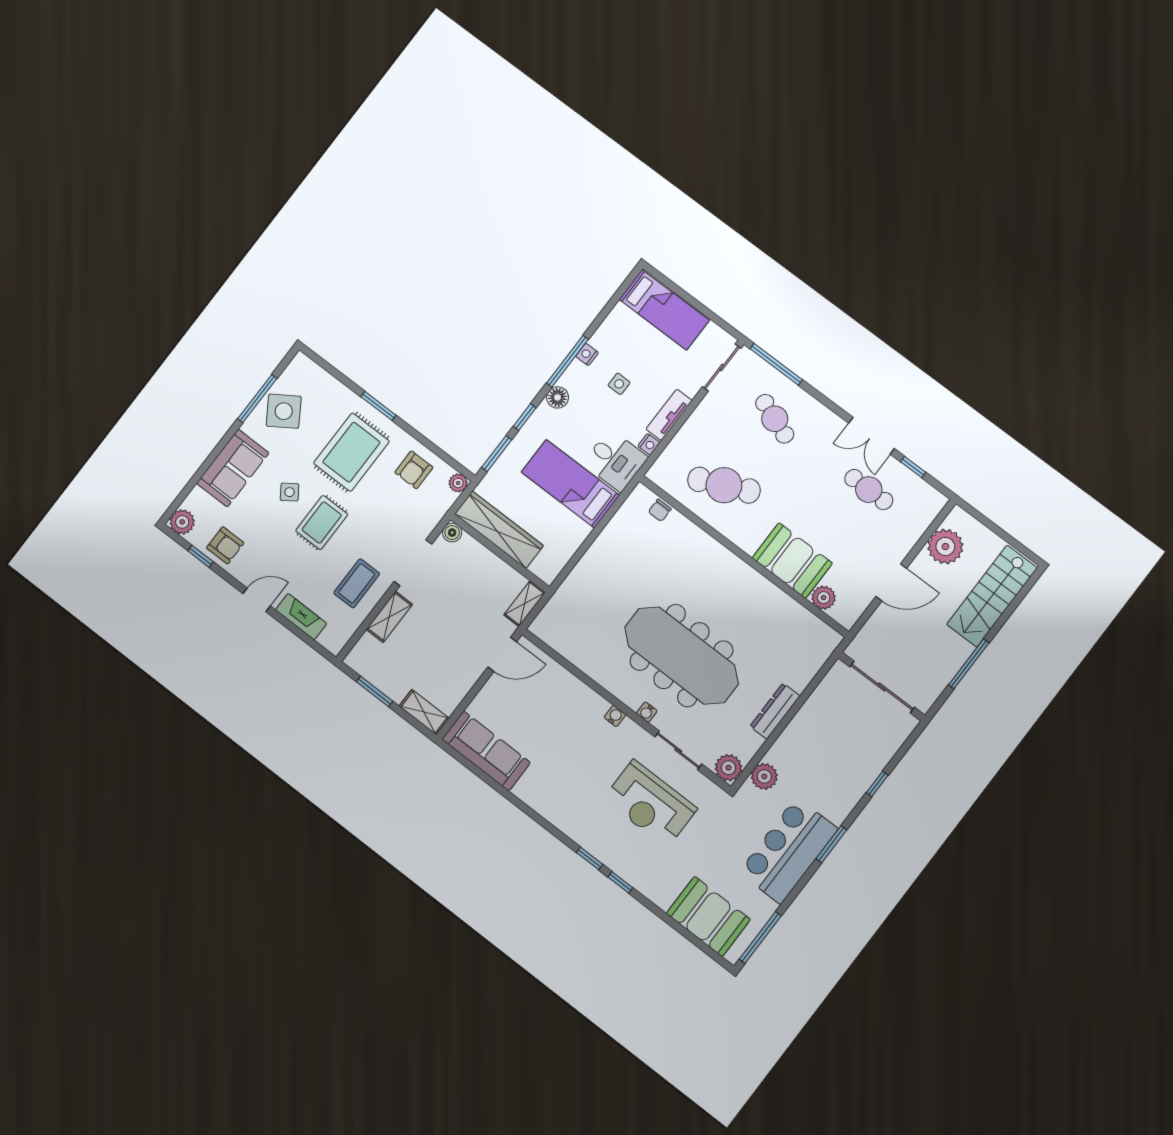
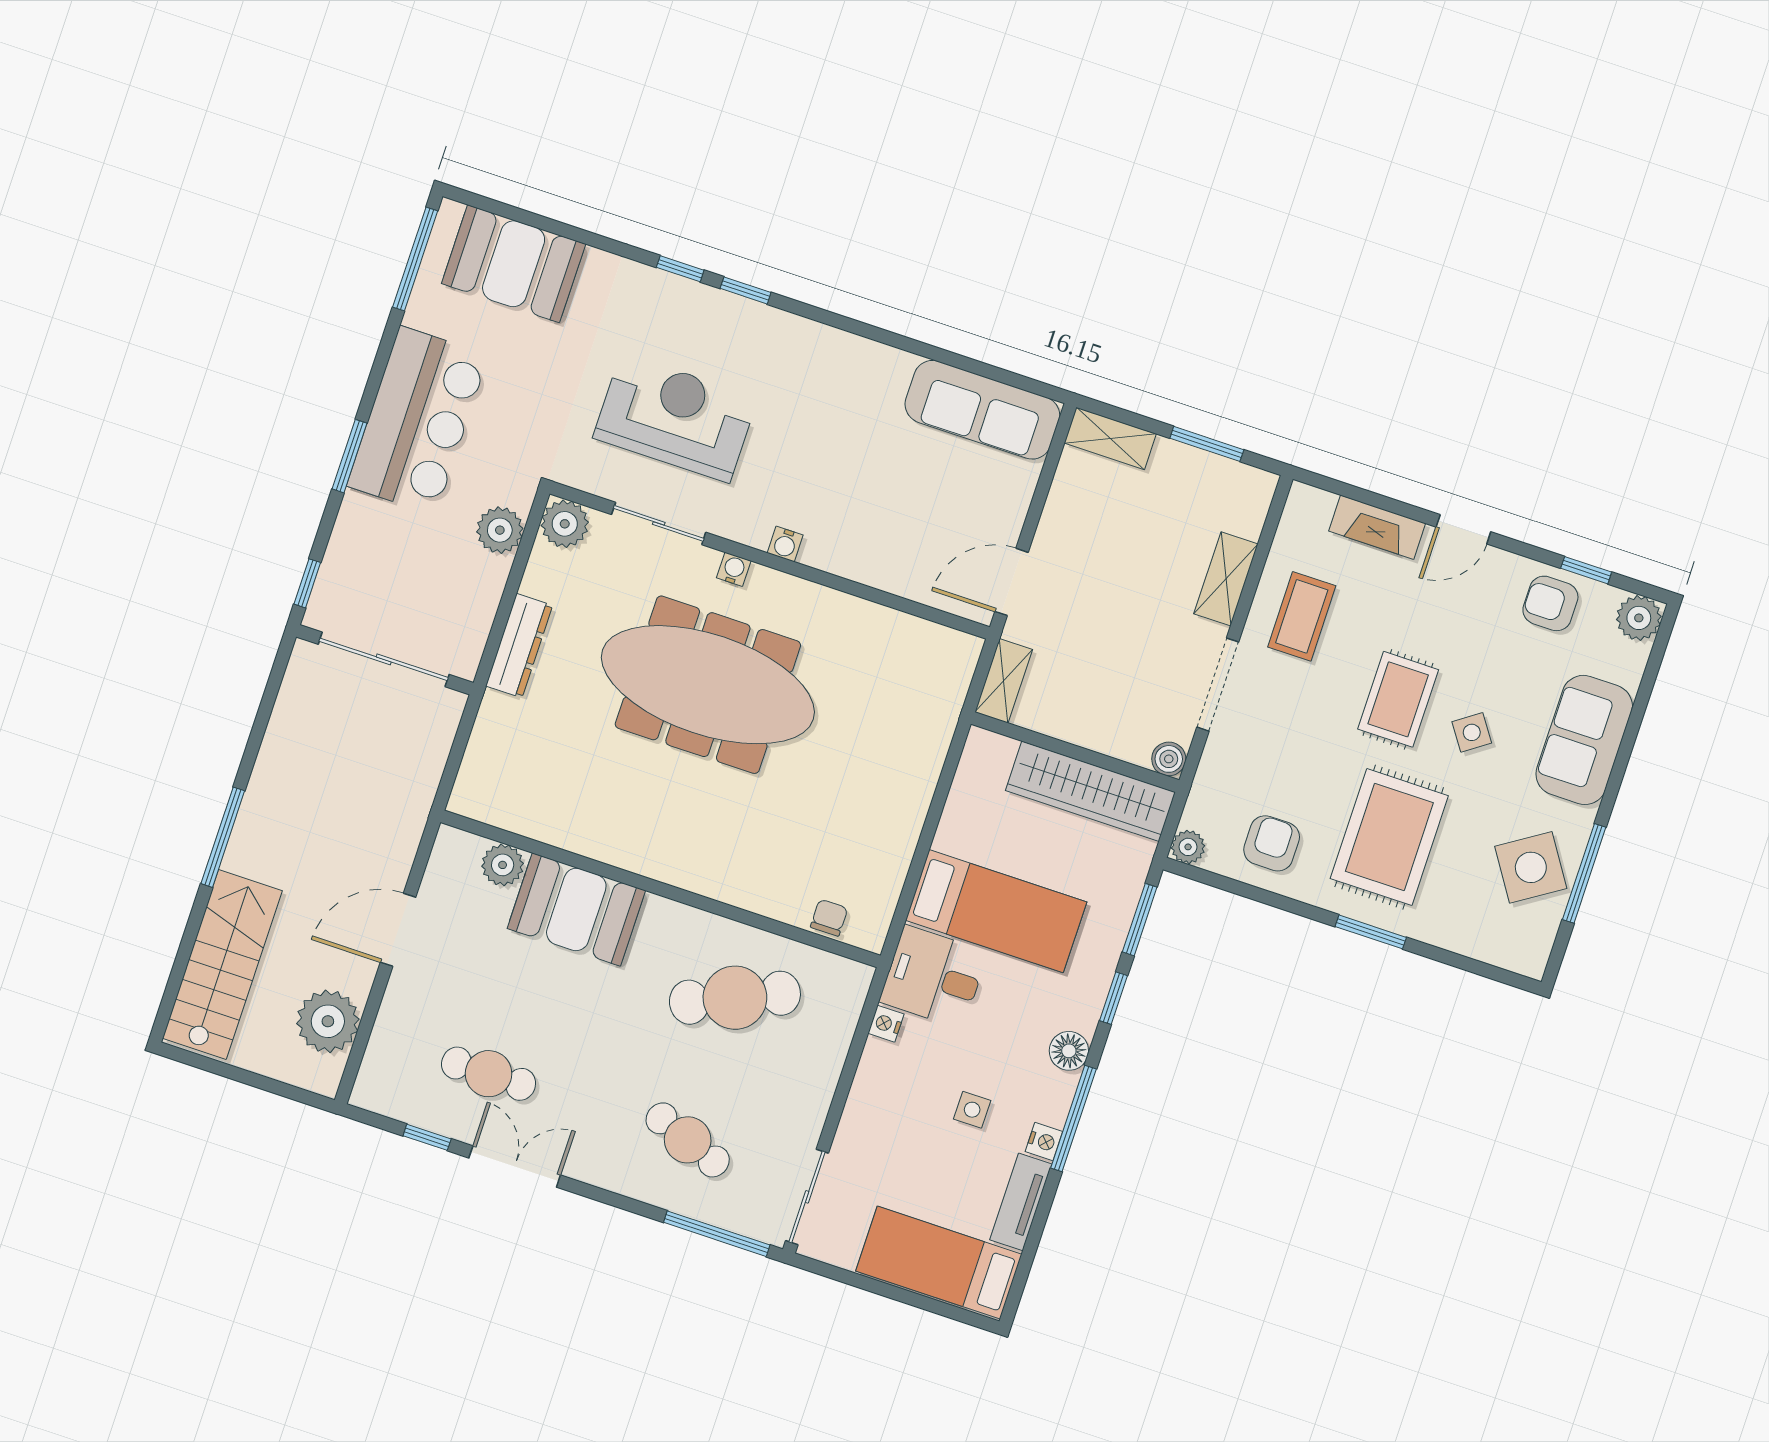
tv unit: (669, 415) -> (1021, 1202), moved, turned 180
wall: (881, 687) -> (385, 660), moved
sliding door: (882, 687) -> (384, 659), moved

